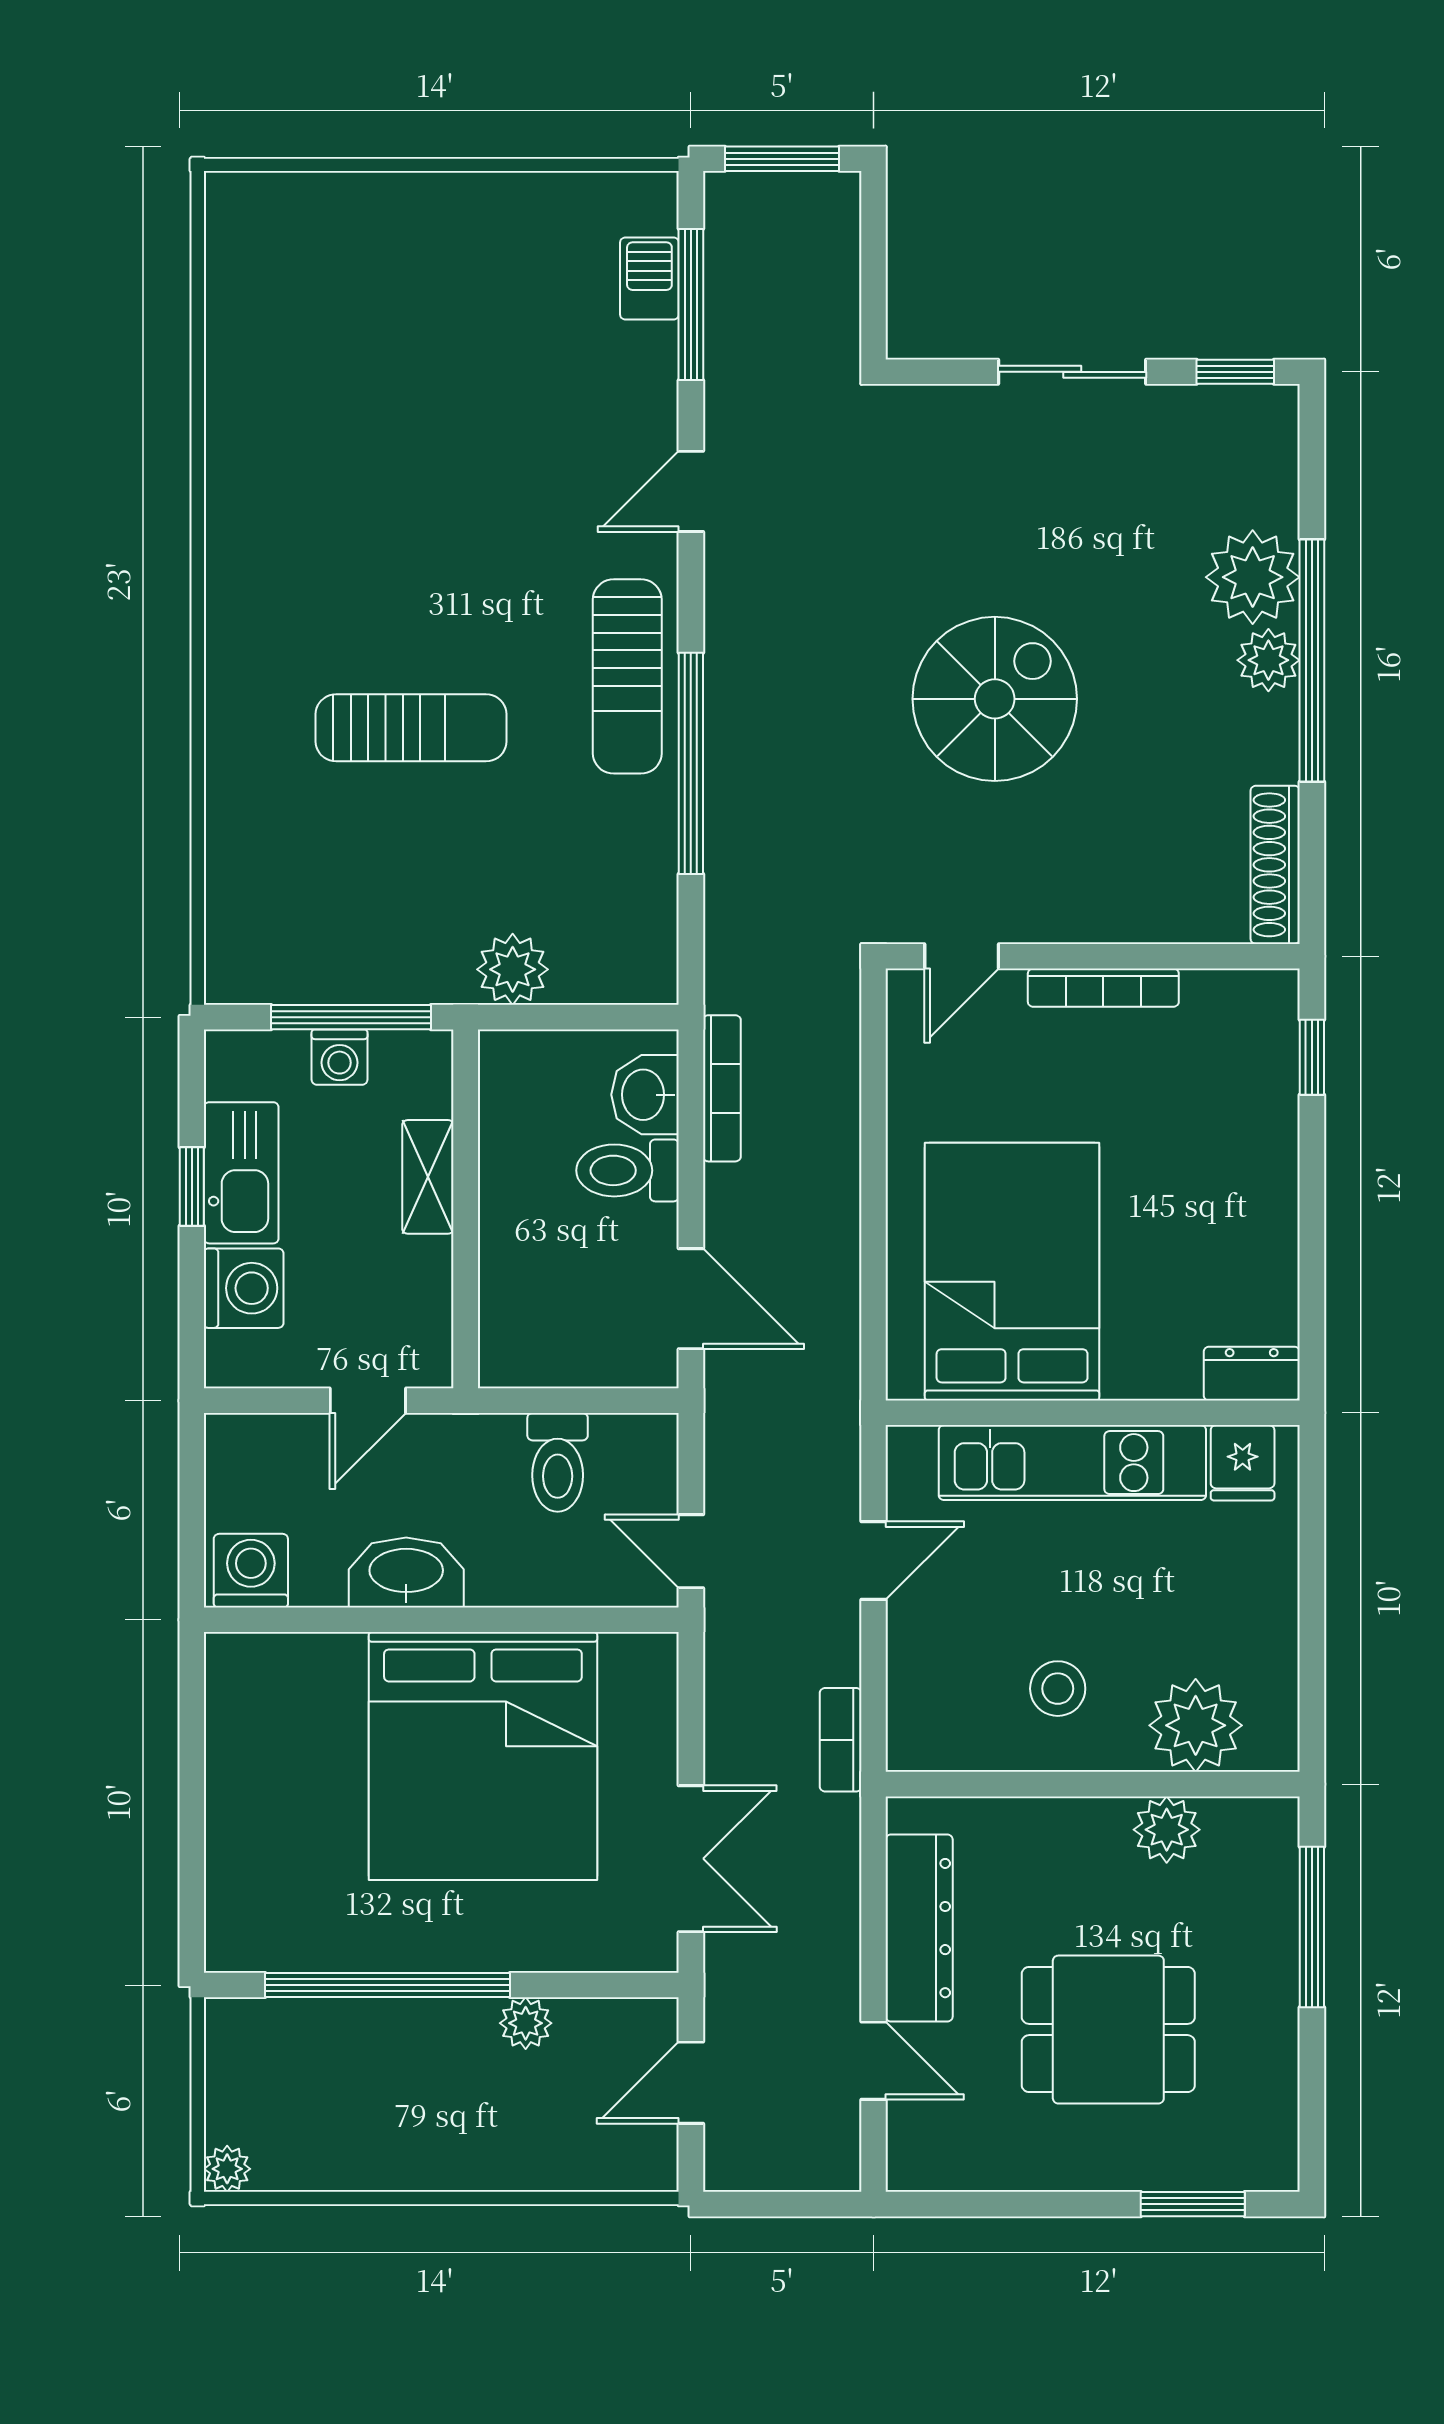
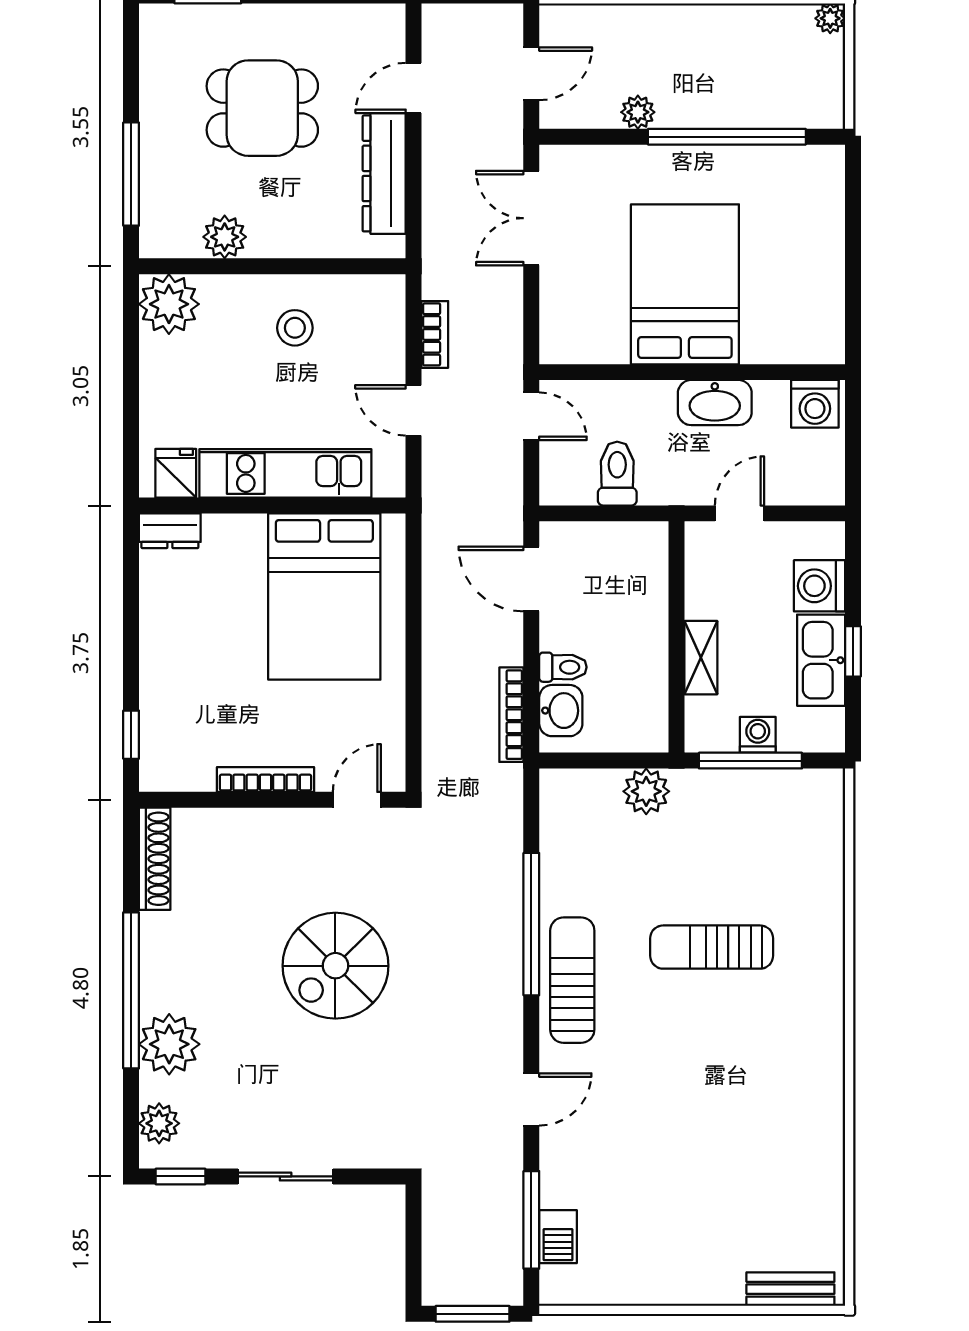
bench: (289, 197) -> (790, 1289), added
plant: (1268, 660) -> (159, 1123), moved
toilet: (628, 1170) -> (563, 667), width x0.73, depth x0.72
door: (874, 1561) -> (414, 410), hinge flipped
plant: (1196, 1725) -> (169, 304), moved
bookcase: (841, 1740) -> (435, 334), moved
bed: (483, 1756) -> (685, 284), width x0.73
door: (874, 2061) -> (414, 88), hinge flipped

